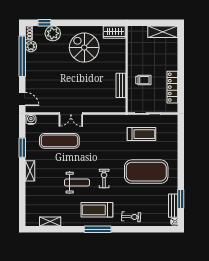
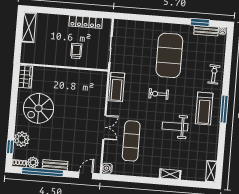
bench: (121, 85) -> (55, 165), moved
treadmill: (142, 134) -> (117, 87), moved, turned 180
window: (22, 148) -> (135, 179), removed
shelving: (30, 171) -> (170, 174), moved
exercise bike: (104, 178) -> (159, 94), moved
weight bench: (77, 183) -> (175, 126), turned -90
shelving: (50, 222) -> (211, 171), moved

